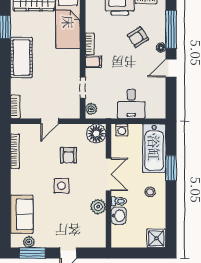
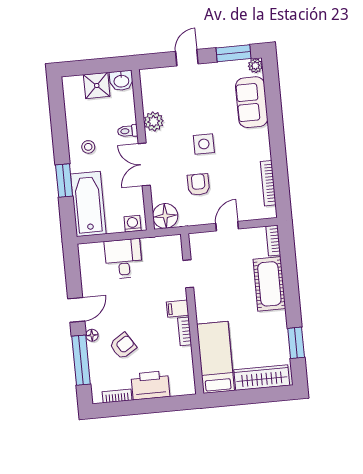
cot: (21, 58) -> (269, 284), moved
plant: (91, 109) -> (175, 247), removed
washbasin: (119, 216) -> (121, 81), moved, turned -90
shower: (156, 238) -> (97, 85), moved
plant: (29, 242) -> (255, 66), moved

